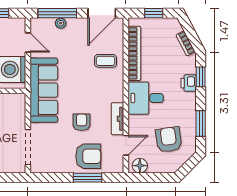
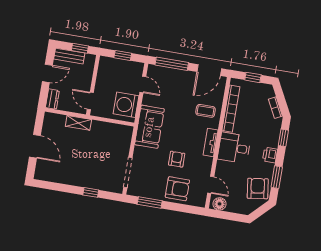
plant: (61, 23) -> (173, 73), removed
printer: (189, 83) -> (270, 155), moved
sofa: (44, 90) -> (149, 127), width x0.73
tv unit: (118, 119) -> (211, 143), moved
armchair: (169, 140) -> (258, 189), moved
door: (126, 145) -> (211, 185), hinge flipped
window: (88, 178) -> (150, 202), moved

